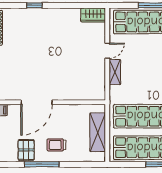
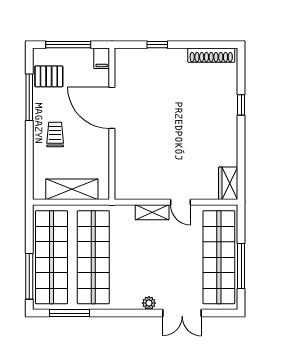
pallet: (26, 150) -> (49, 76), moved
window: (42, 164) -> (29, 97), moved

